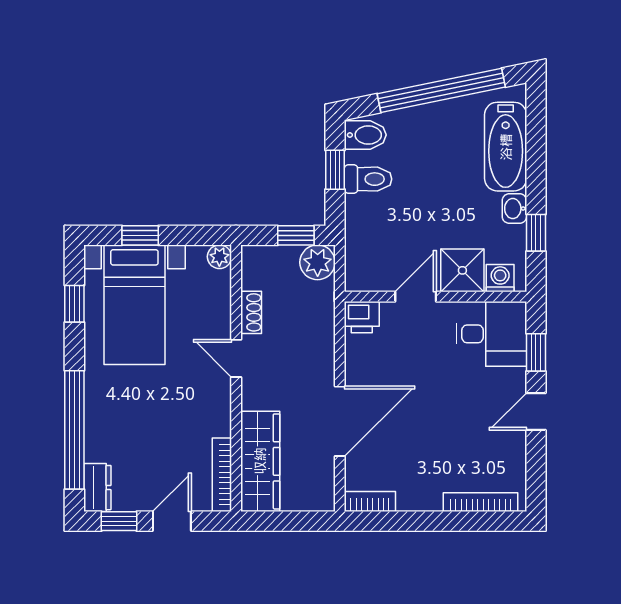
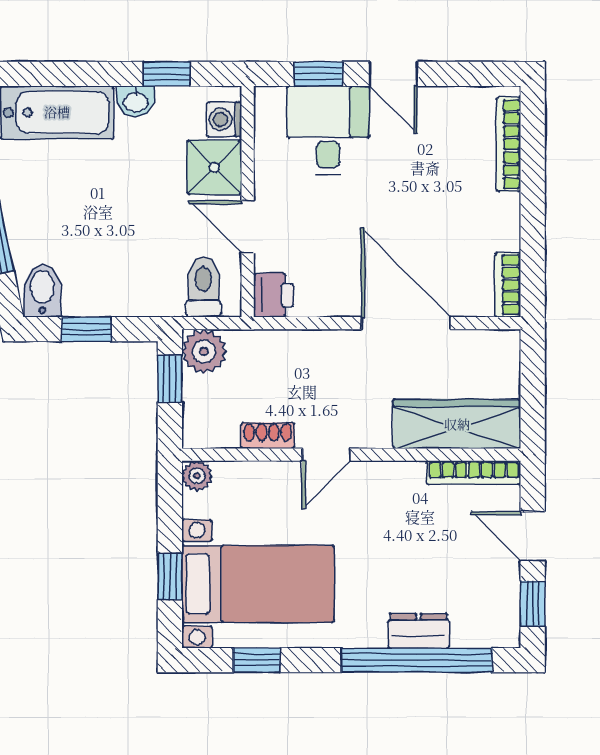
toilet: (368, 179) -> (204, 287), moved
desk: (491, 334) -> (328, 130), moved
dresser: (97, 488) -> (418, 631), moved

